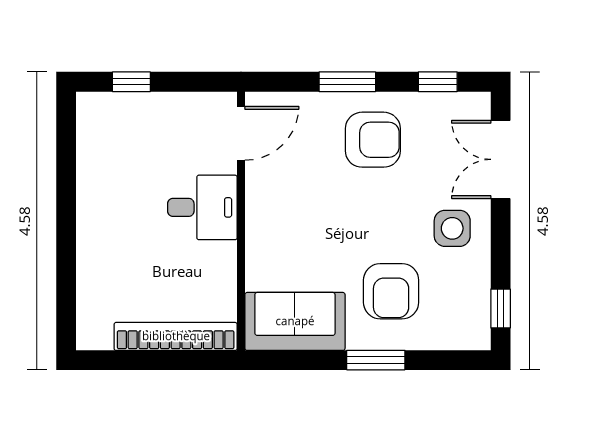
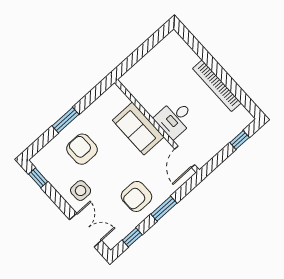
sofa: (295, 321) -> (138, 129), moved, turned 90
bookcase: (176, 336) -> (217, 86), moved, turned 90

